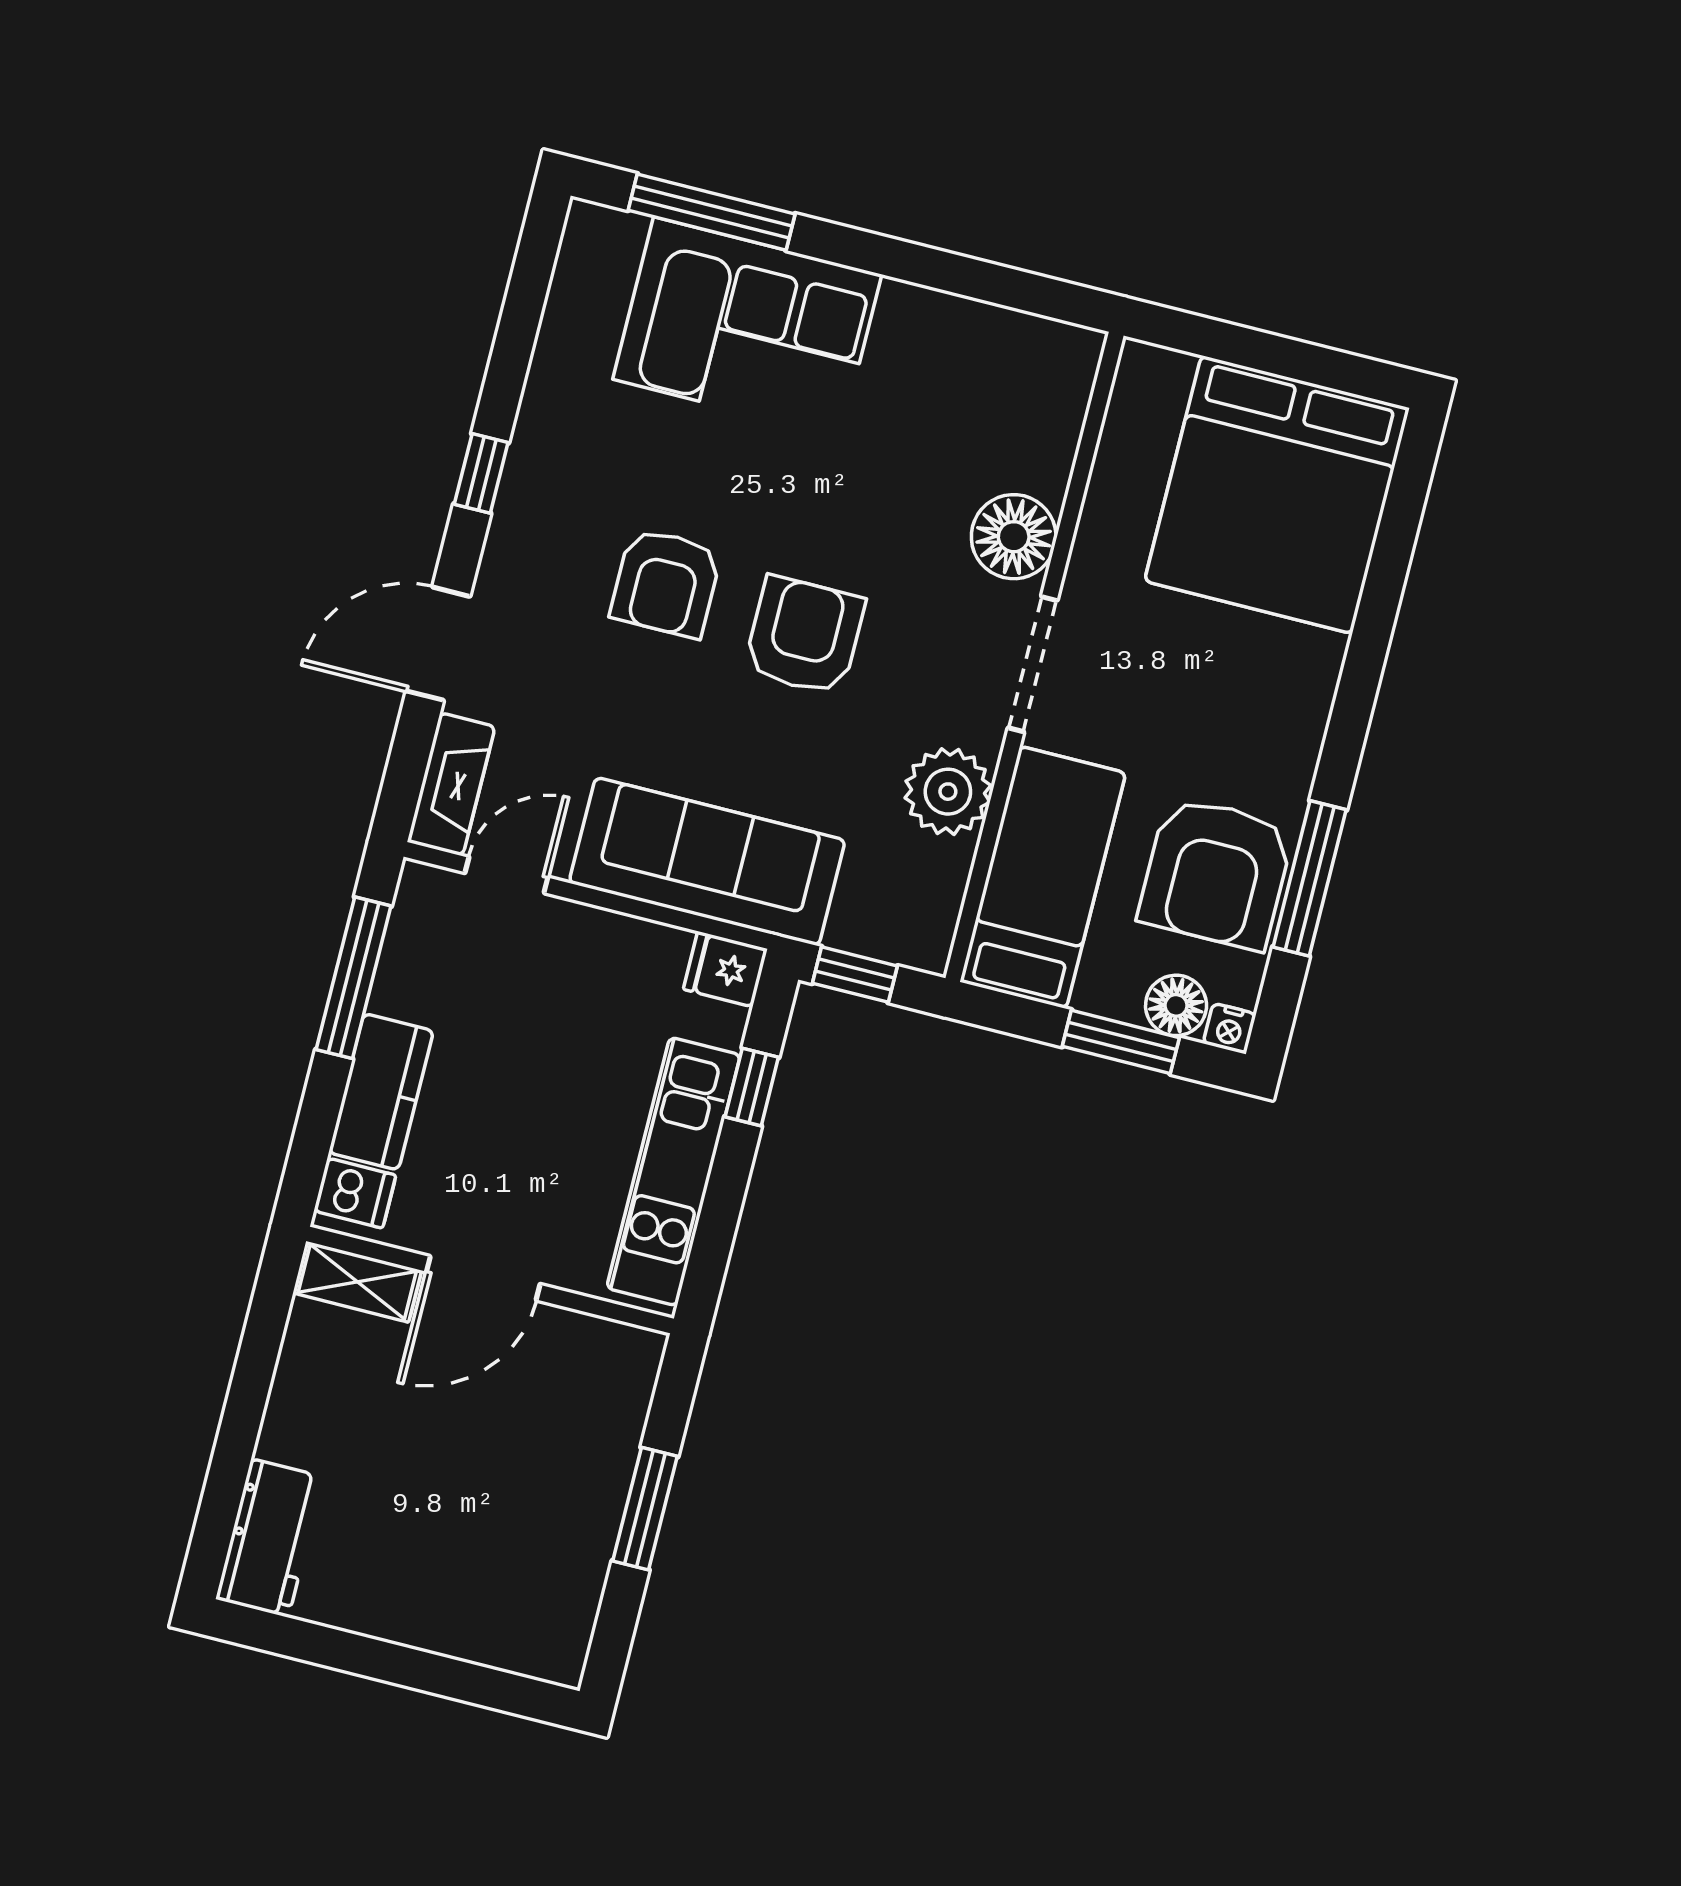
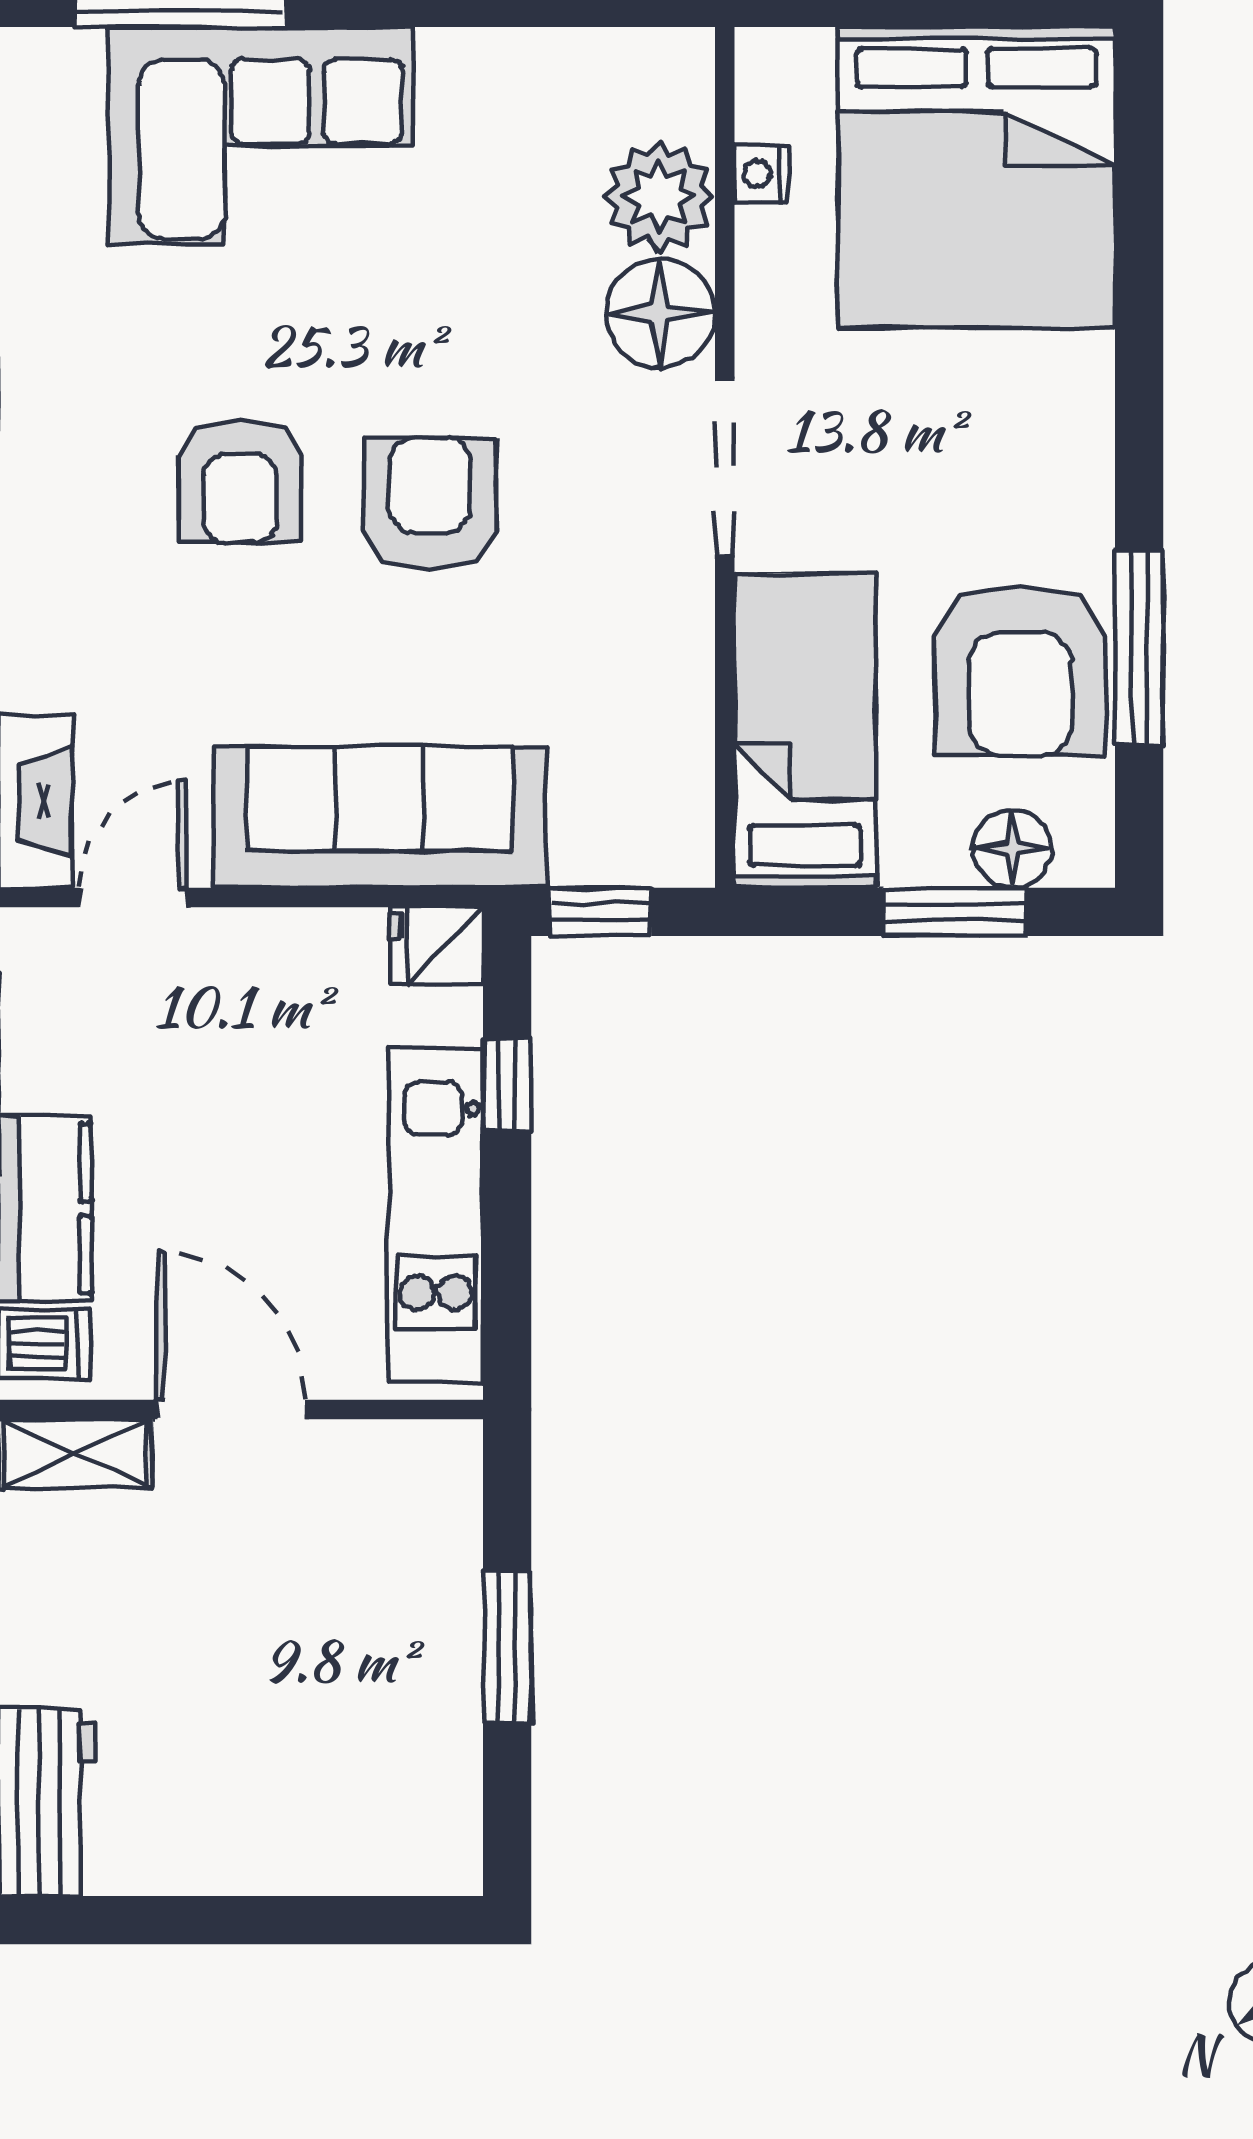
plant: (948, 792) -> (659, 197), moved
nightstand: (1230, 1029) -> (761, 174), moved, turned 90
door: (483, 1278) -> (231, 1410), swing flipped

